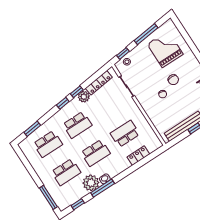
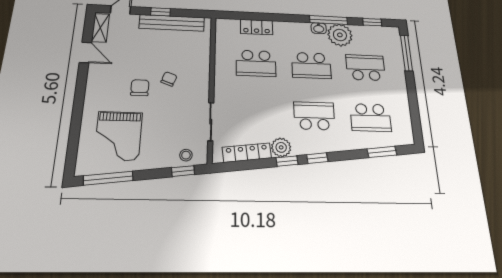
window: (146, 34) -> (108, 178), moved
school desk: (48, 144) -> (371, 118), turned 180
school desk: (96, 153) -> (311, 65), turned 180

